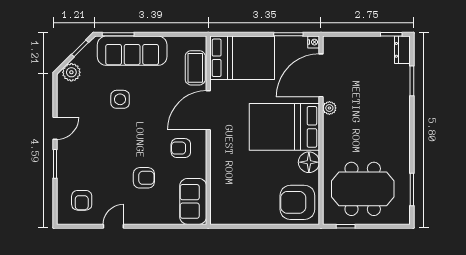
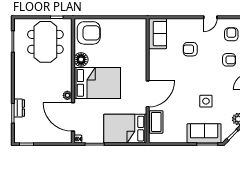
dresser: (402, 50) -> (19, 108), moved
sofa: (132, 51) -> (204, 133), width x0.73
door: (321, 75) -> (73, 117), swing flipped
armchair: (181, 148) -> (229, 60), moved
meeting table: (363, 189) -> (45, 42), turned 90

